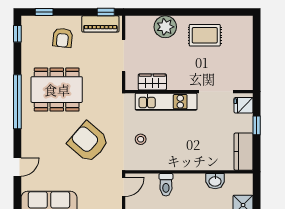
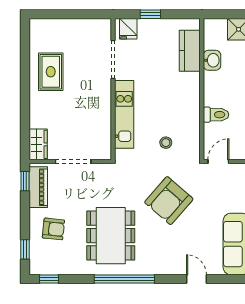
plant: (165, 27) -> (41, 115), removed
wardrobe: (152, 82) -> (38, 144), moved, turned 180
kitchen counter: (244, 152) -> (190, 51), moved, turned 90
door: (124, 187) -> (218, 161), hinge flipped

